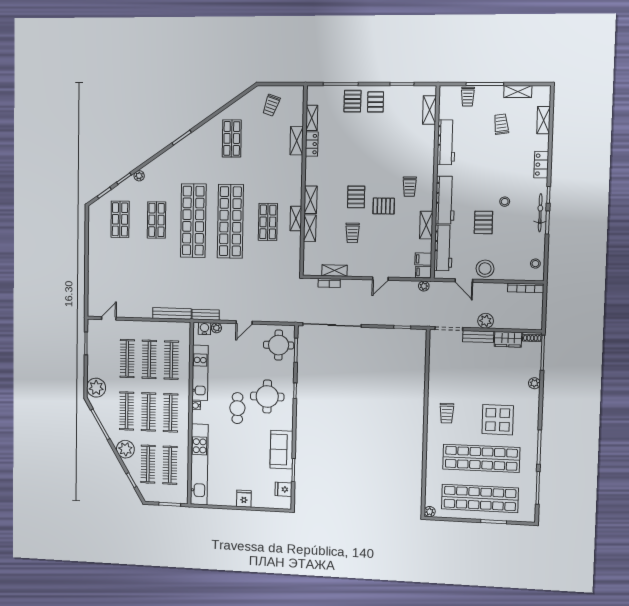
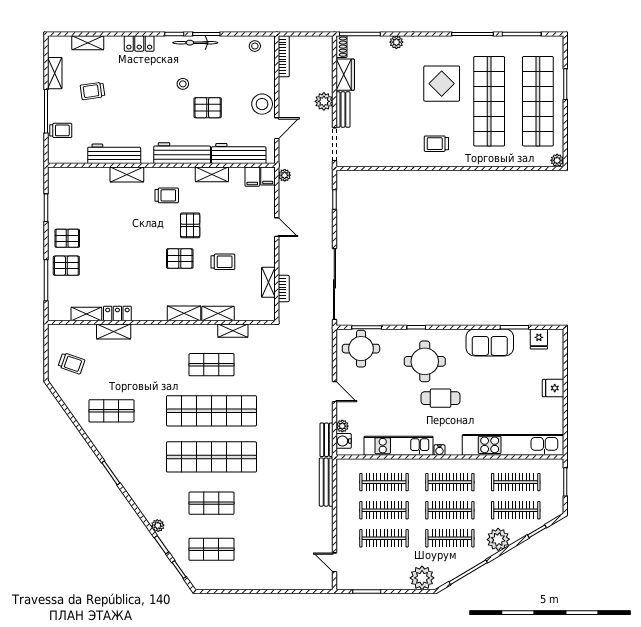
shelving: (429, 110) -> (127, 174), moved
shelving: (296, 219) -> (233, 331), moved
trolley: (447, 413) -> (436, 144), turned 180

